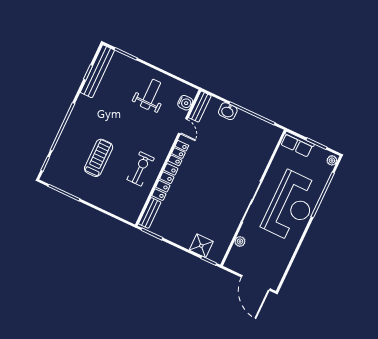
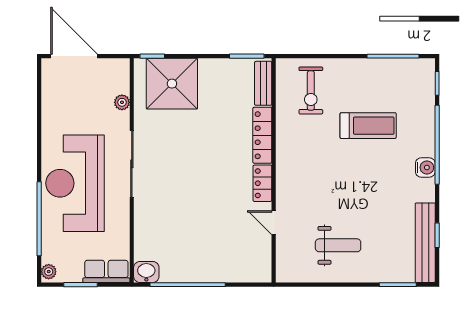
weight bench: (150, 94) -> (338, 245), turned -90
water cooler: (185, 103) -> (425, 168), moved, turned 180
bench: (200, 107) -> (263, 260), removed
washbasin: (228, 111) -> (146, 272), moved
treadmill: (99, 158) -> (368, 126), turned -90
exercise bike: (141, 169) -> (311, 91), moved
shower: (201, 246) -> (172, 84), width x1.86, depth x1.86

